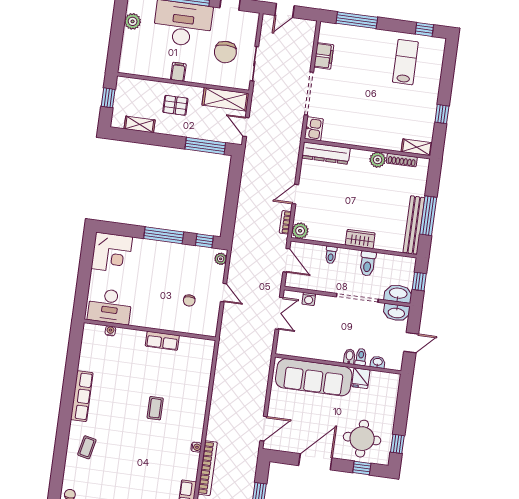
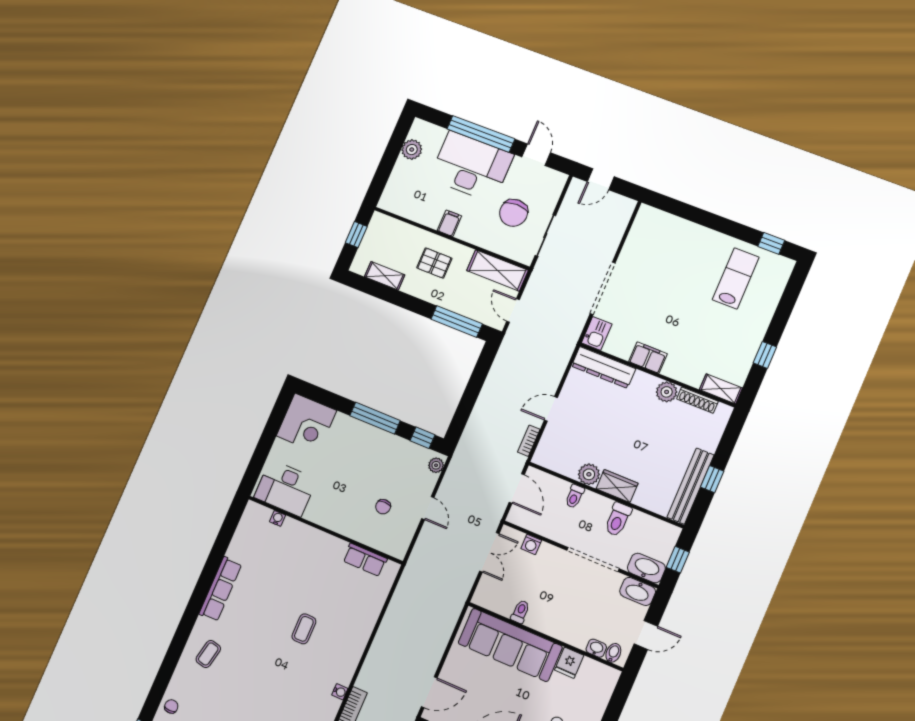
window: (357, 20) -> (688, 212), removed
filing cabinet: (324, 56) -> (648, 358), moved, turned -90
window: (428, 216) -> (712, 479), width x0.46
plant: (300, 231) -> (589, 474), moved
row of seats: (162, 341) -> (365, 560), moved
bidet: (349, 357) -> (613, 653), moved
toilet: (361, 357) -> (520, 612), moved

